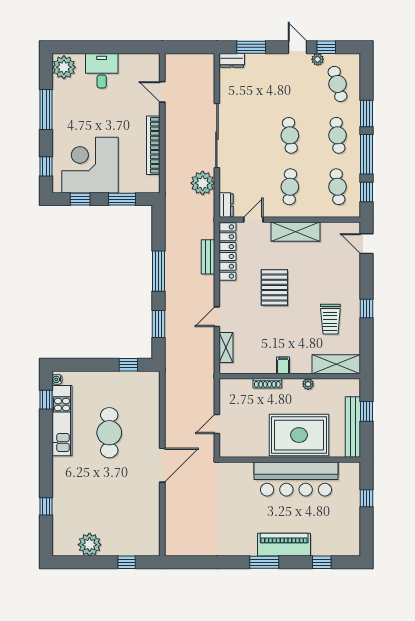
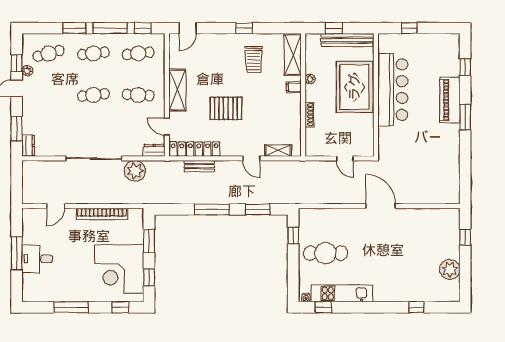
window: (108, 47) -> (17, 253), added
plant: (64, 67) -> (34, 292), removed
trolley: (330, 319) -> (253, 60), turned 90
filing cabinet: (283, 365) -> (294, 87), moved
cafe table: (109, 433) -> (325, 253), moved

